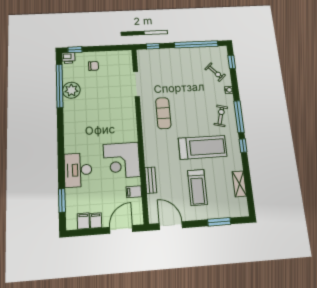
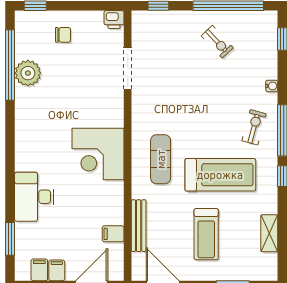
printer: (68, 58) -> (114, 20), moved
exercise bike: (215, 72) -> (217, 42), moved
exercise mat: (163, 113) -> (161, 159), moved
corner desk: (122, 160) -> (98, 154), moved
bench: (151, 180) -> (139, 226), width x1.36

